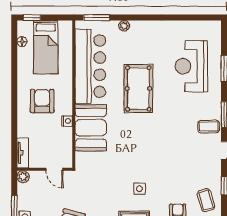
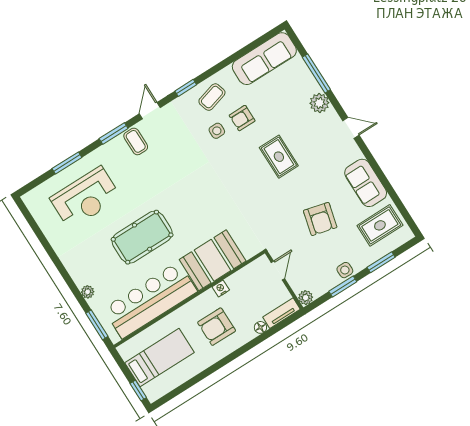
floor lamp: (22, 42) -> (260, 327), moved
side table: (140, 189) -> (217, 131), moved

